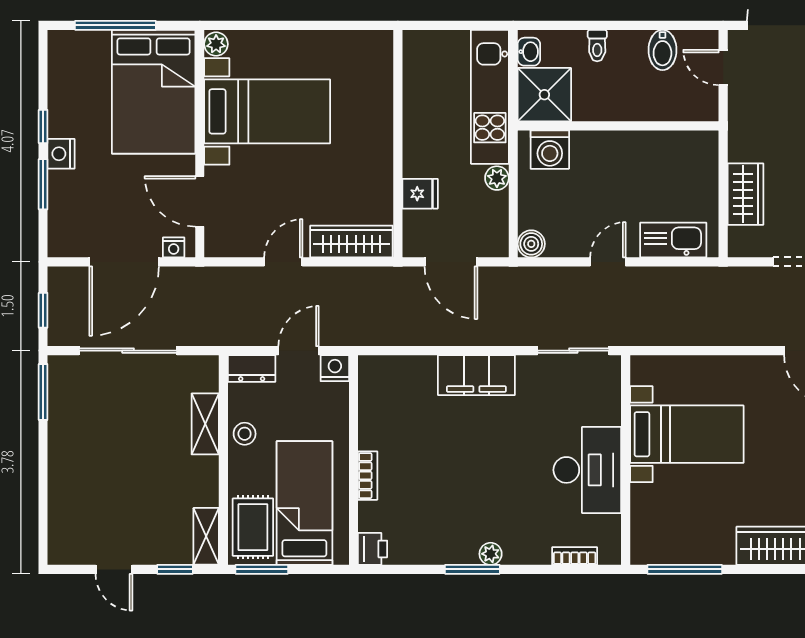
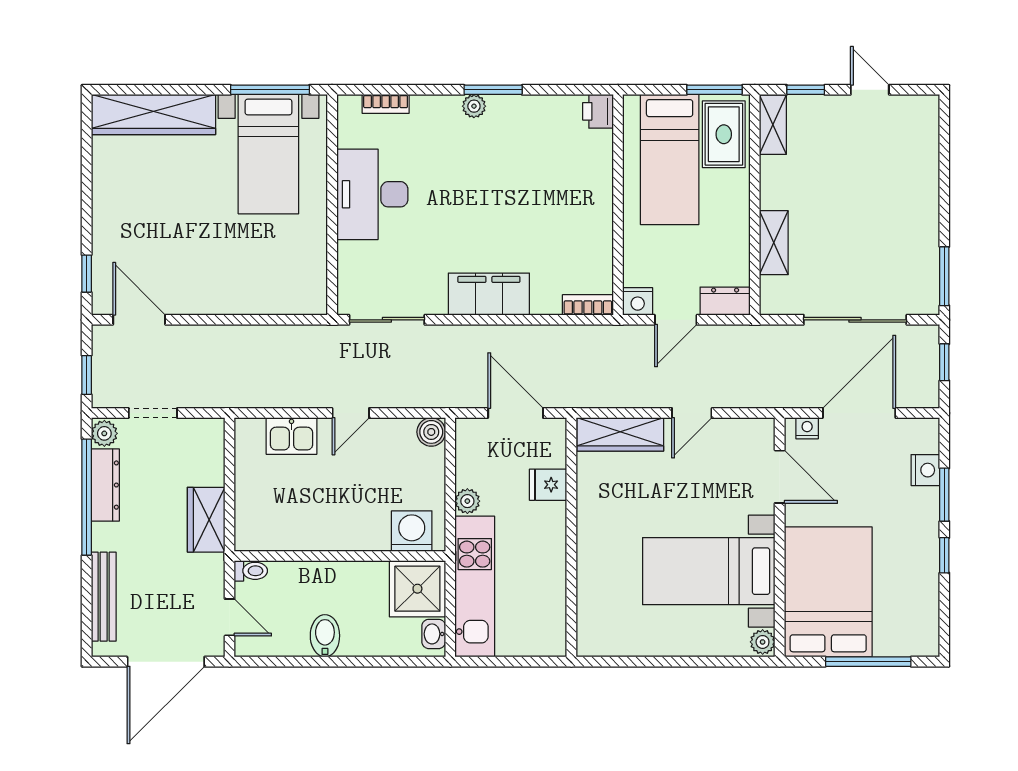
toilet: (597, 46) -> (251, 571), moved, turned 90
bidet: (662, 50) -> (325, 636), moved
nightstand: (61, 154) -> (925, 470), moved
wardrobe: (745, 194) -> (206, 520), moved
kitchen sink: (673, 240) -> (292, 436), width x0.73
stool: (245, 434) -> (733, 232), removed
bed with nightstands: (687, 434) -> (268, 154), moved, turned -90
bookcase: (368, 476) -> (588, 305), moved, turned 90

